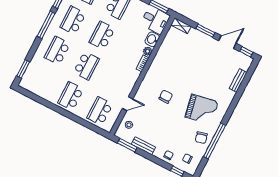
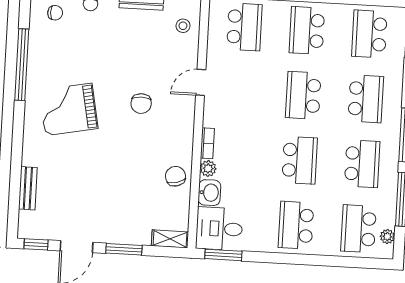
school desk: (42, 81) -> (369, 34), added
school desk: (71, 96) -> (307, 30), turned 180
door: (128, 104) -> (201, 82), moved
chair: (201, 138) -> (175, 176), moved

